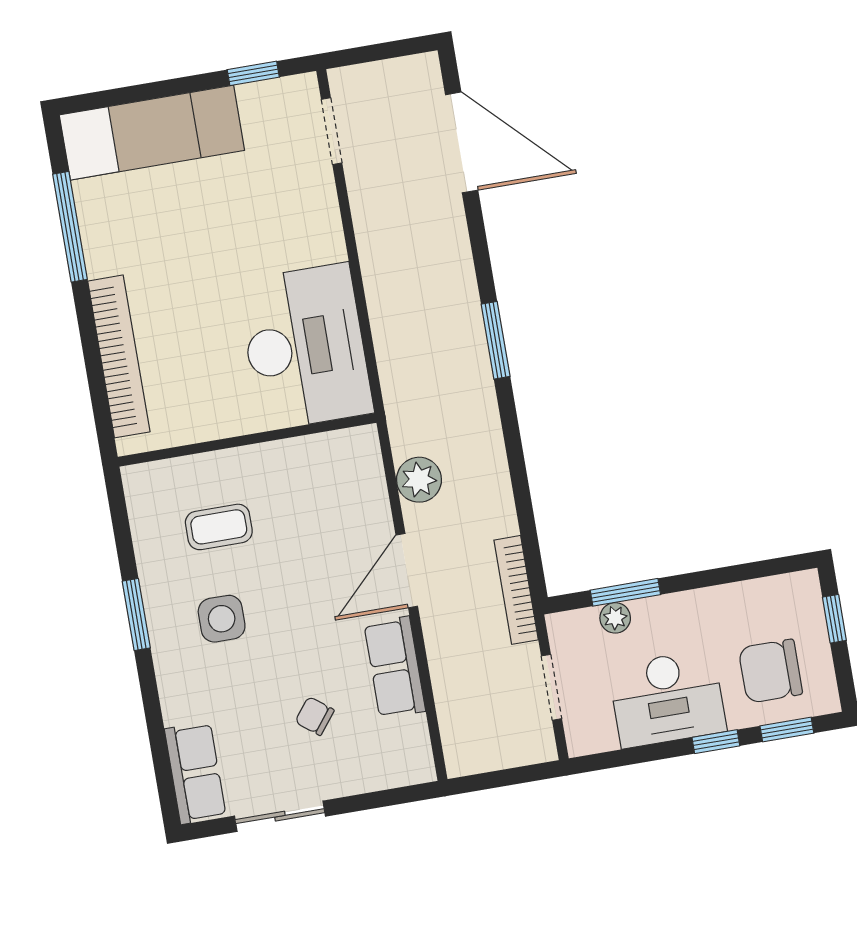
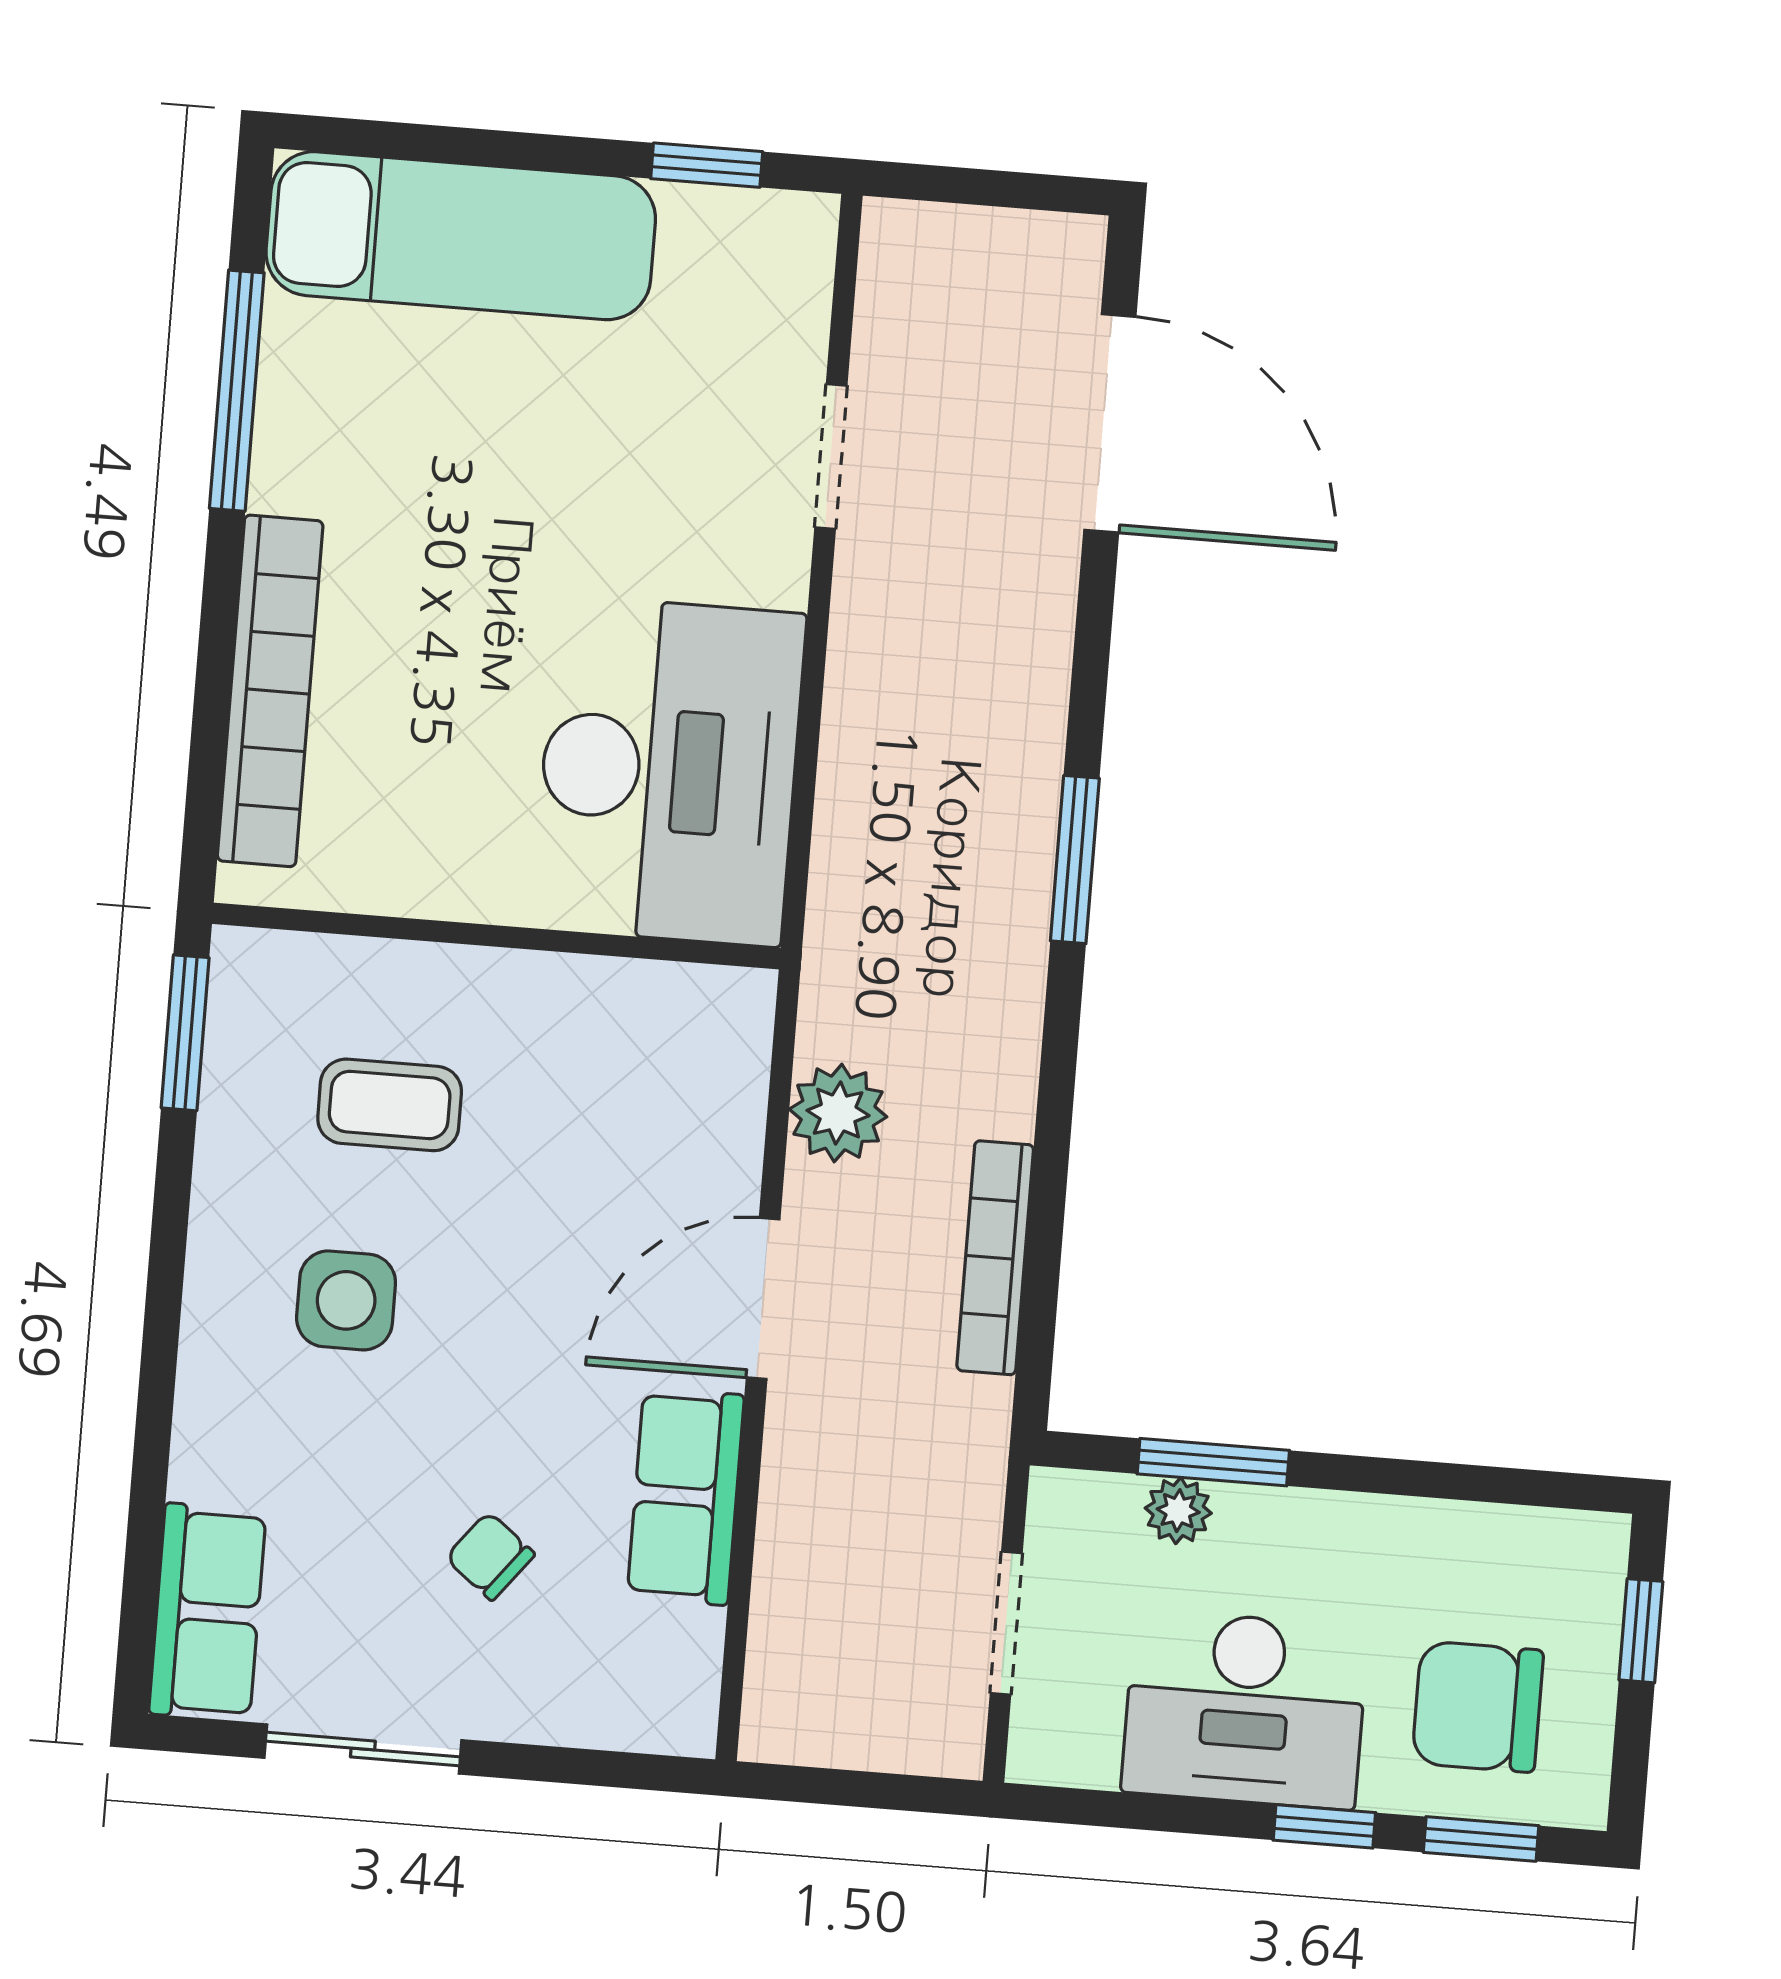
doorway: (332, 131) -> (831, 456), moved
bookcase: (516, 590) -> (995, 1258), moved
window: (136, 615) -> (185, 1033), moved

